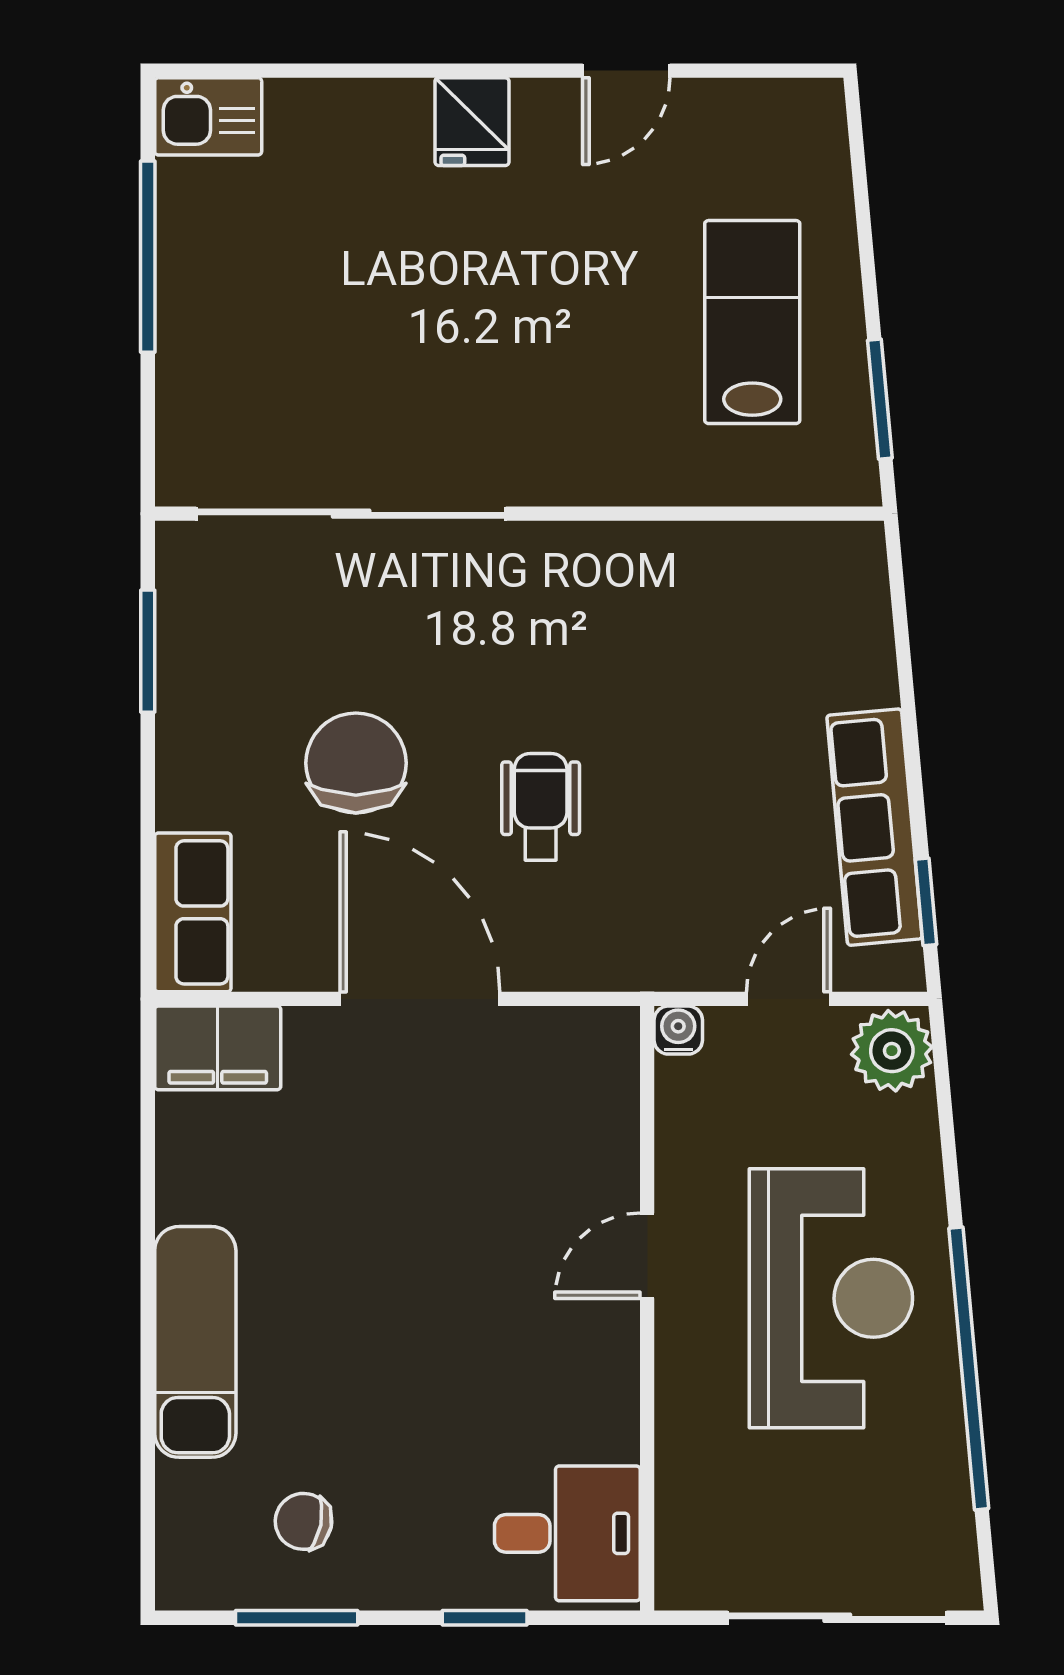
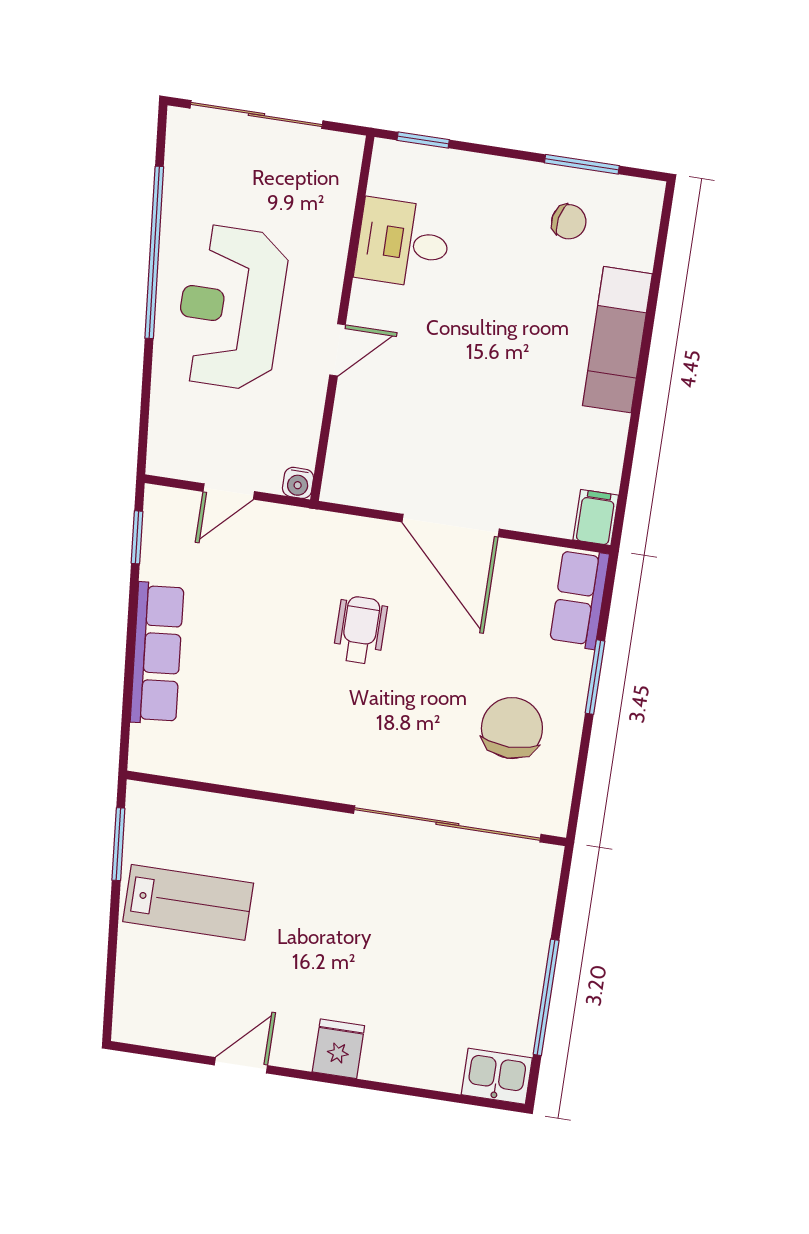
lab bench: (752, 322) -> (188, 902), turned -90
window: (148, 651) -> (595, 677), moved
chair: (356, 763) -> (512, 728), moved, turned 180
wheelchair: (541, 807) -> (360, 630), turned 180
row of seats: (874, 827) -> (157, 653), moved
filing cabinet: (218, 1048) -> (596, 518), width x0.50
plant: (892, 1051) -> (171, 451), removed
desk: (567, 1533) -> (403, 243), moved
window: (485, 1618) -> (423, 140), moved

